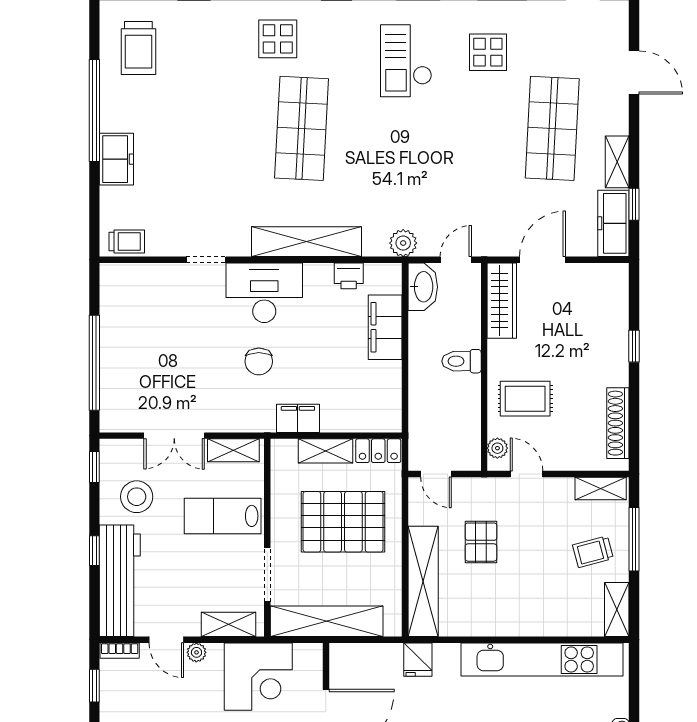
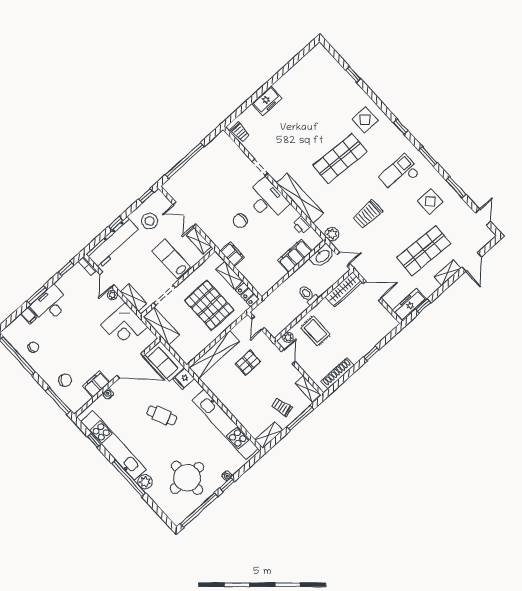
trolley: (138, 48) -> (368, 214), moved
window: (94, 111) -> (277, 76), removed
shelving: (617, 162) -> (448, 273), moved
shelving: (327, 621) -> (161, 326), width x0.68
sofa: (365, 664) -> (165, 361), added

